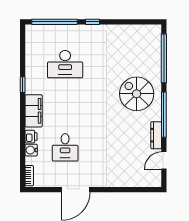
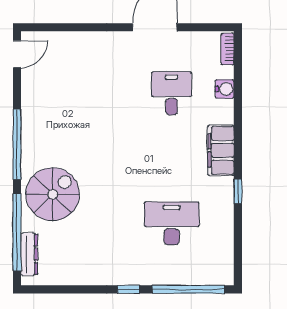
spiral stairs: (137, 94) -> (53, 194), moved, turned -90
dresser: (156, 135) -> (29, 254), moved
printer: (31, 137) -> (225, 110), removed
door: (164, 161) -> (17, 54), moved

